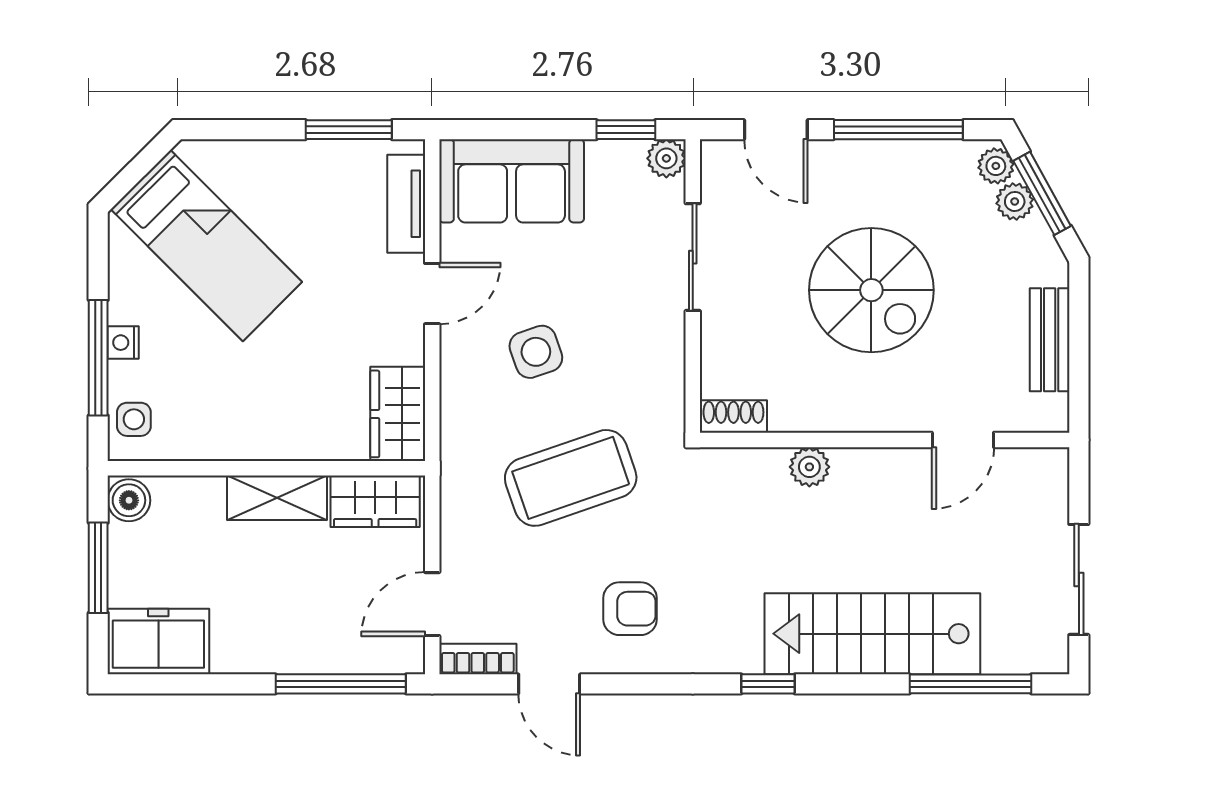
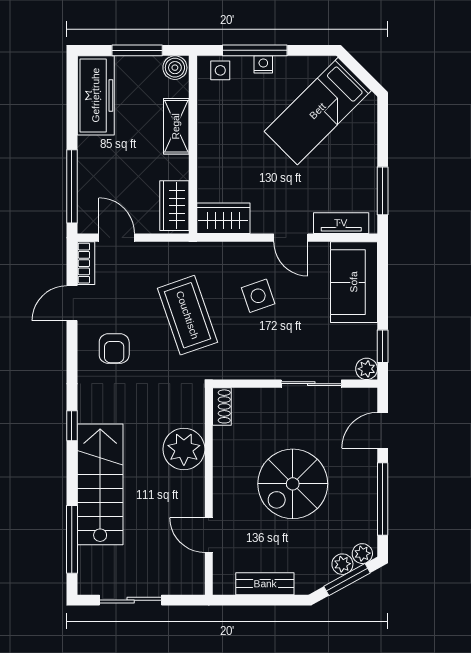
plant: (809, 467) -> (184, 449), width x1.88, depth x1.88
shelving: (277, 498) -> (176, 126), moved
freezer: (158, 641) -> (96, 95), width x1.40

